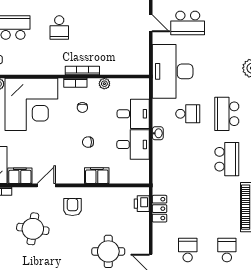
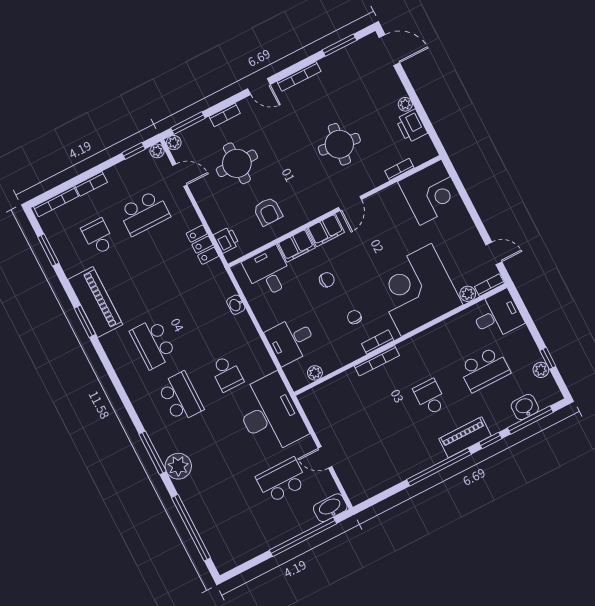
plant: (104, 84) -> (315, 373), moved
school desk: (188, 114) -> (227, 373), turned -90
washbasin: (158, 133) -> (236, 305), moved
desk: (133, 144) -> (268, 272), moved, turned 90
filing cabinet: (20, 176) -> (326, 230), moved
armchair: (72, 207) -> (268, 211), moved
school desk: (188, 250) -> (144, 213), width x1.85
school desk: (227, 250) -> (98, 237), turned 180

